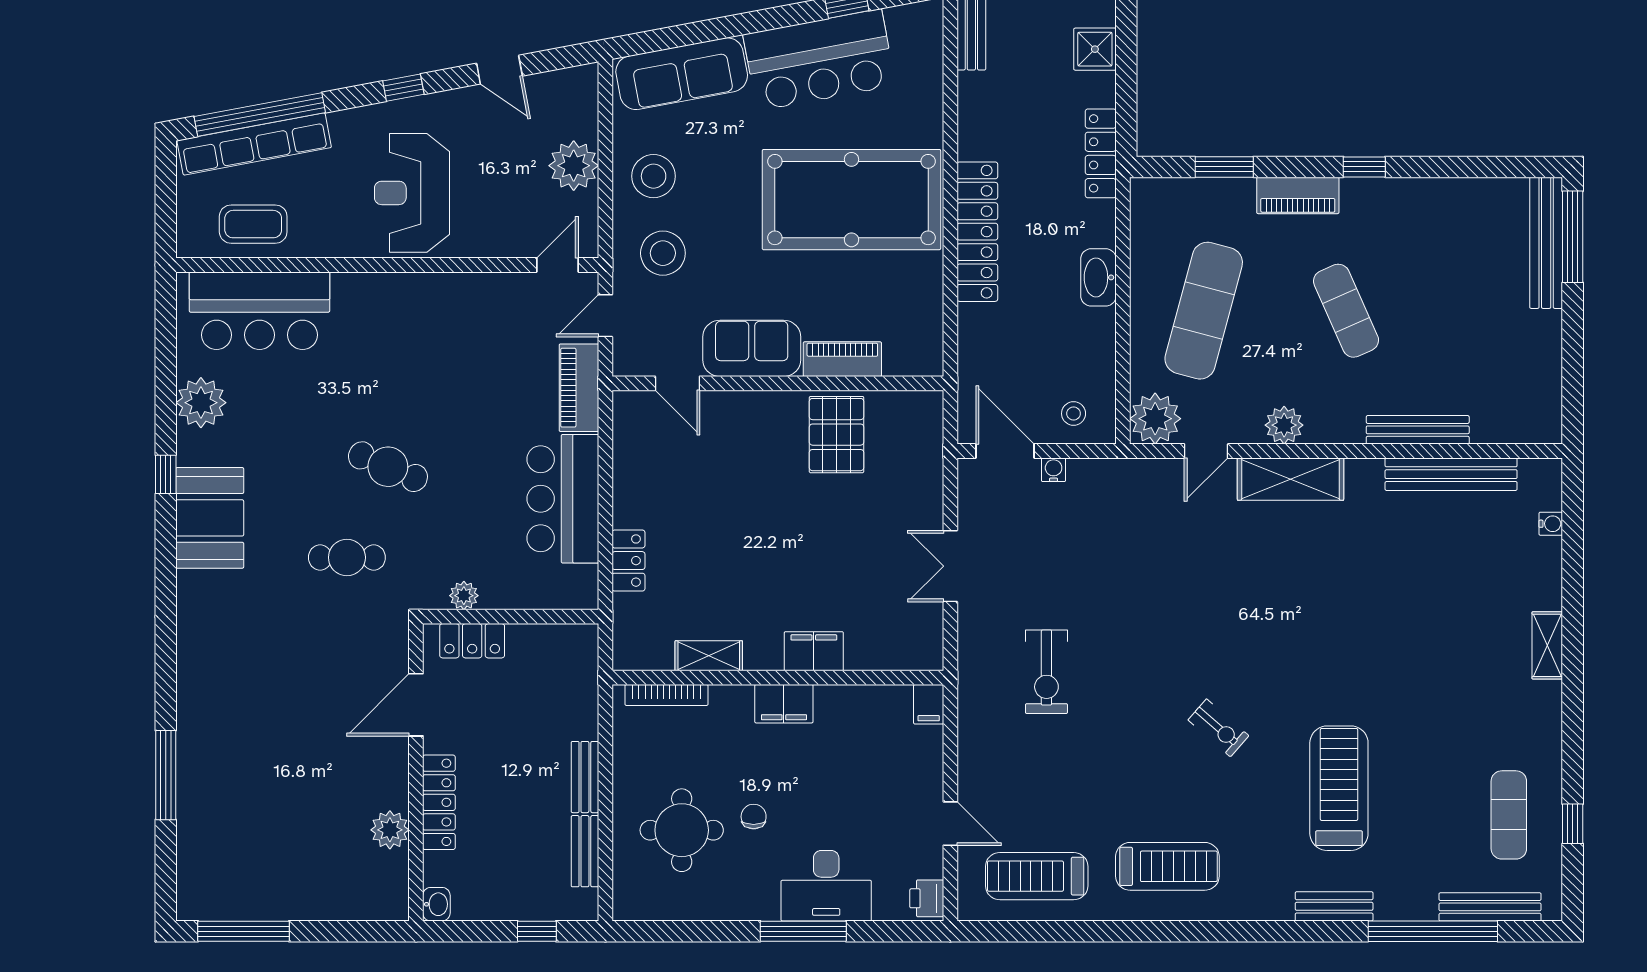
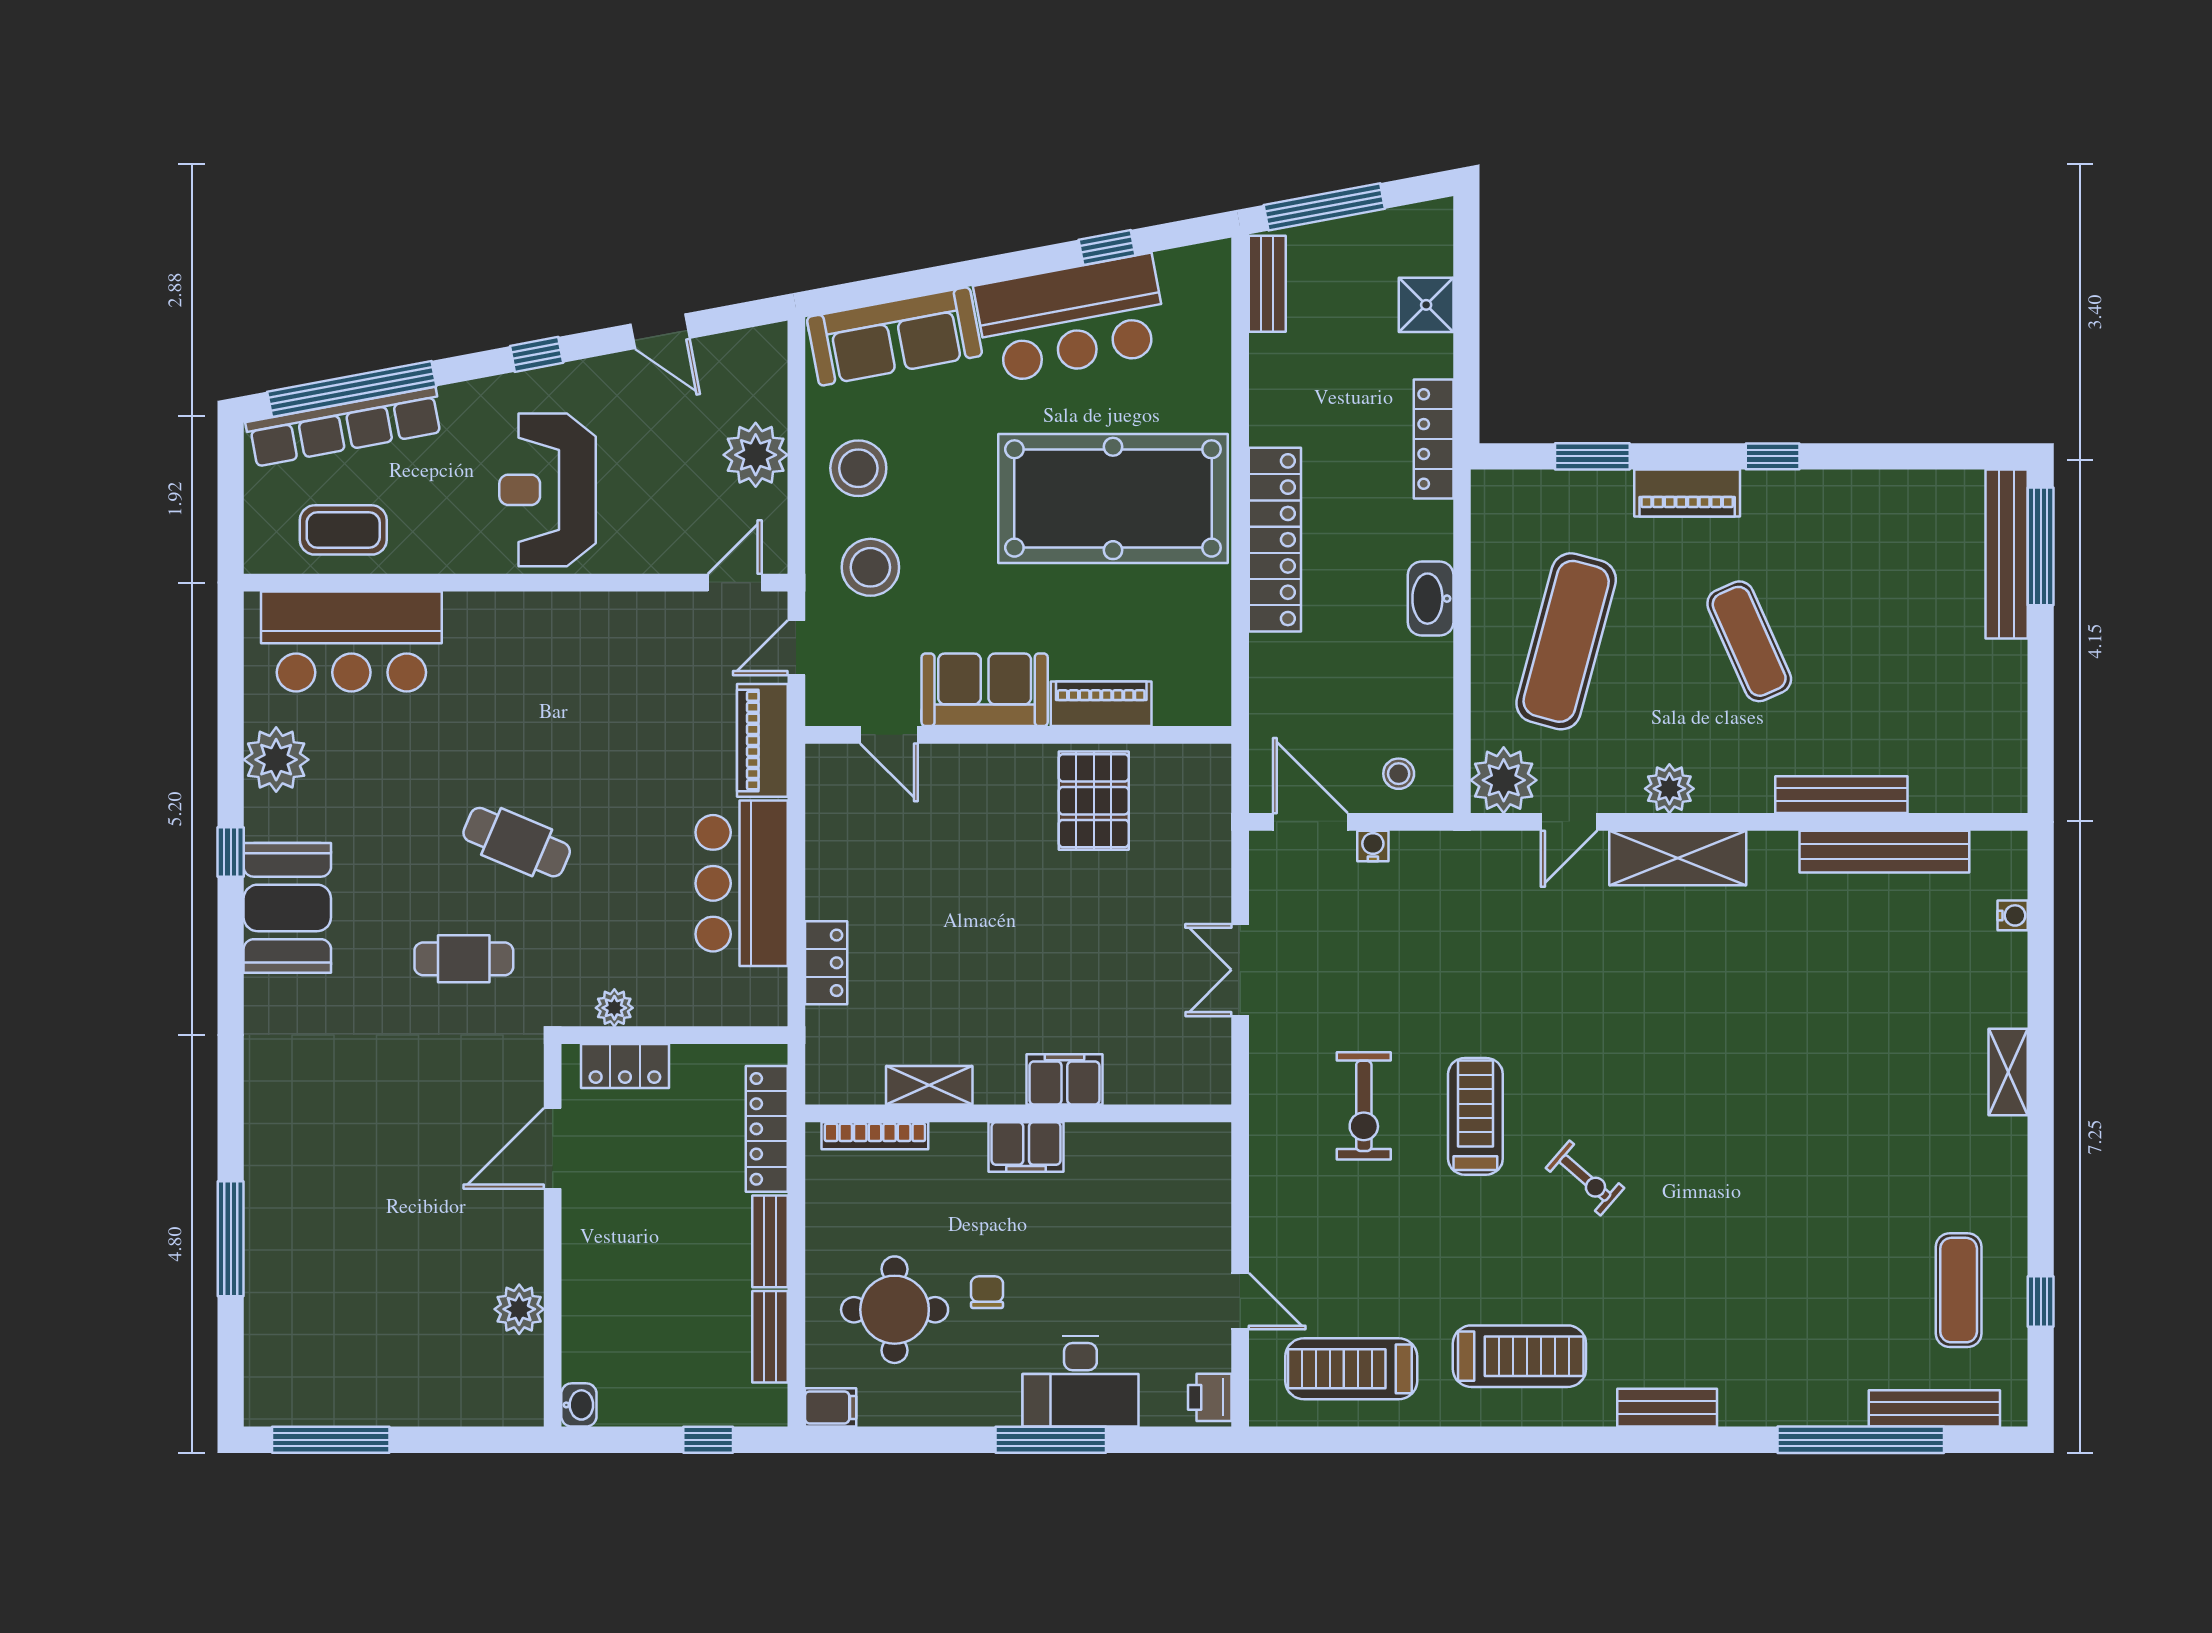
filing cabinet: (929, 704) -> (831, 1407), moved, turned -90
treadmill: (1339, 788) -> (1475, 1116), moved, width x0.73, depth x0.73
locker: (439, 802) -> (767, 1129), moved, turned 180
bench: (1334, 906) -> (1667, 1408), moved

